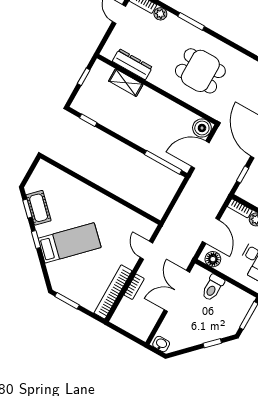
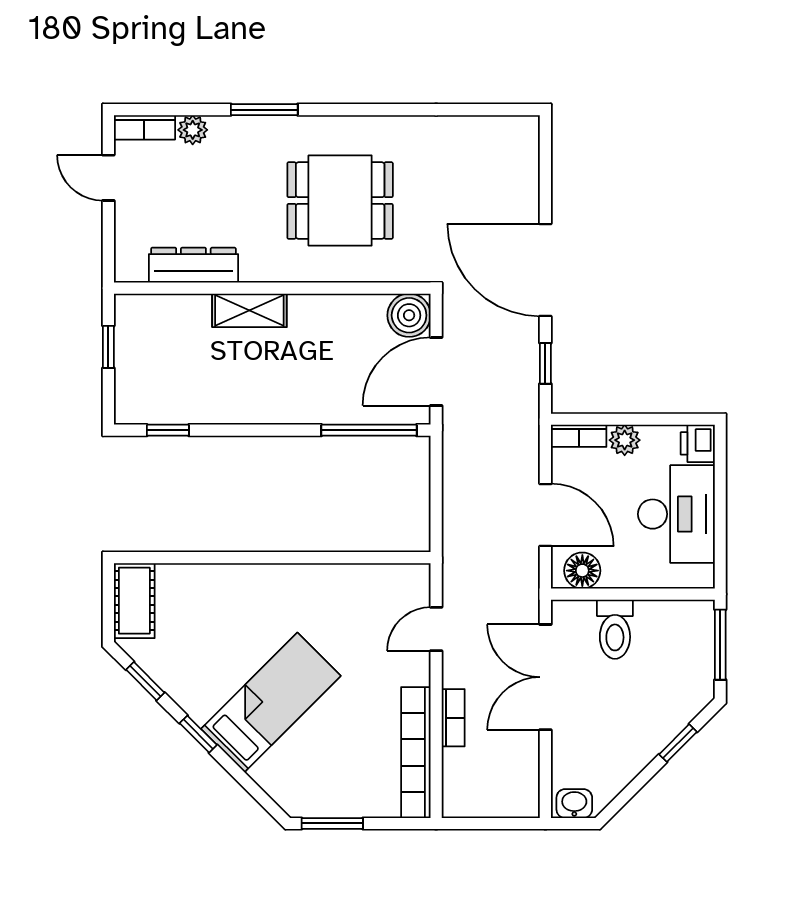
shelving: (126, 83) -> (249, 310), moved
cot: (39, 208) -> (134, 601), moved, turned 45
door: (146, 250) -> (436, 629), hinge flipped

